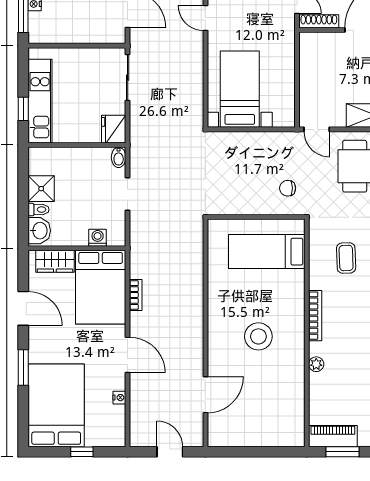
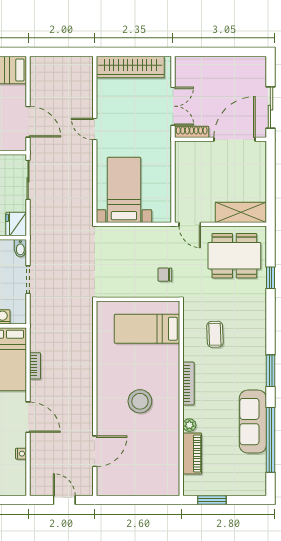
piano: (333, 436) -> (192, 453), moved, turned 90

